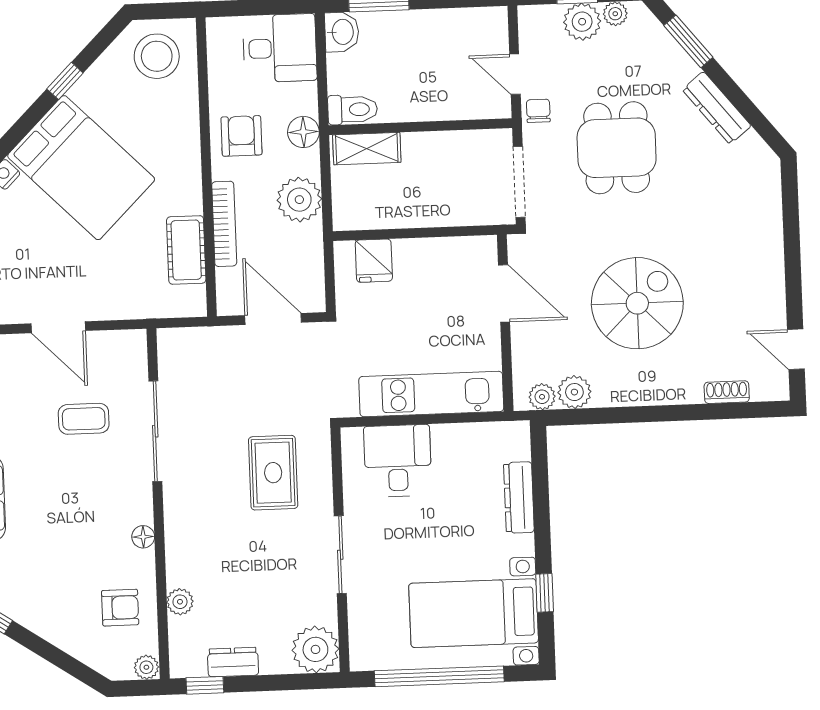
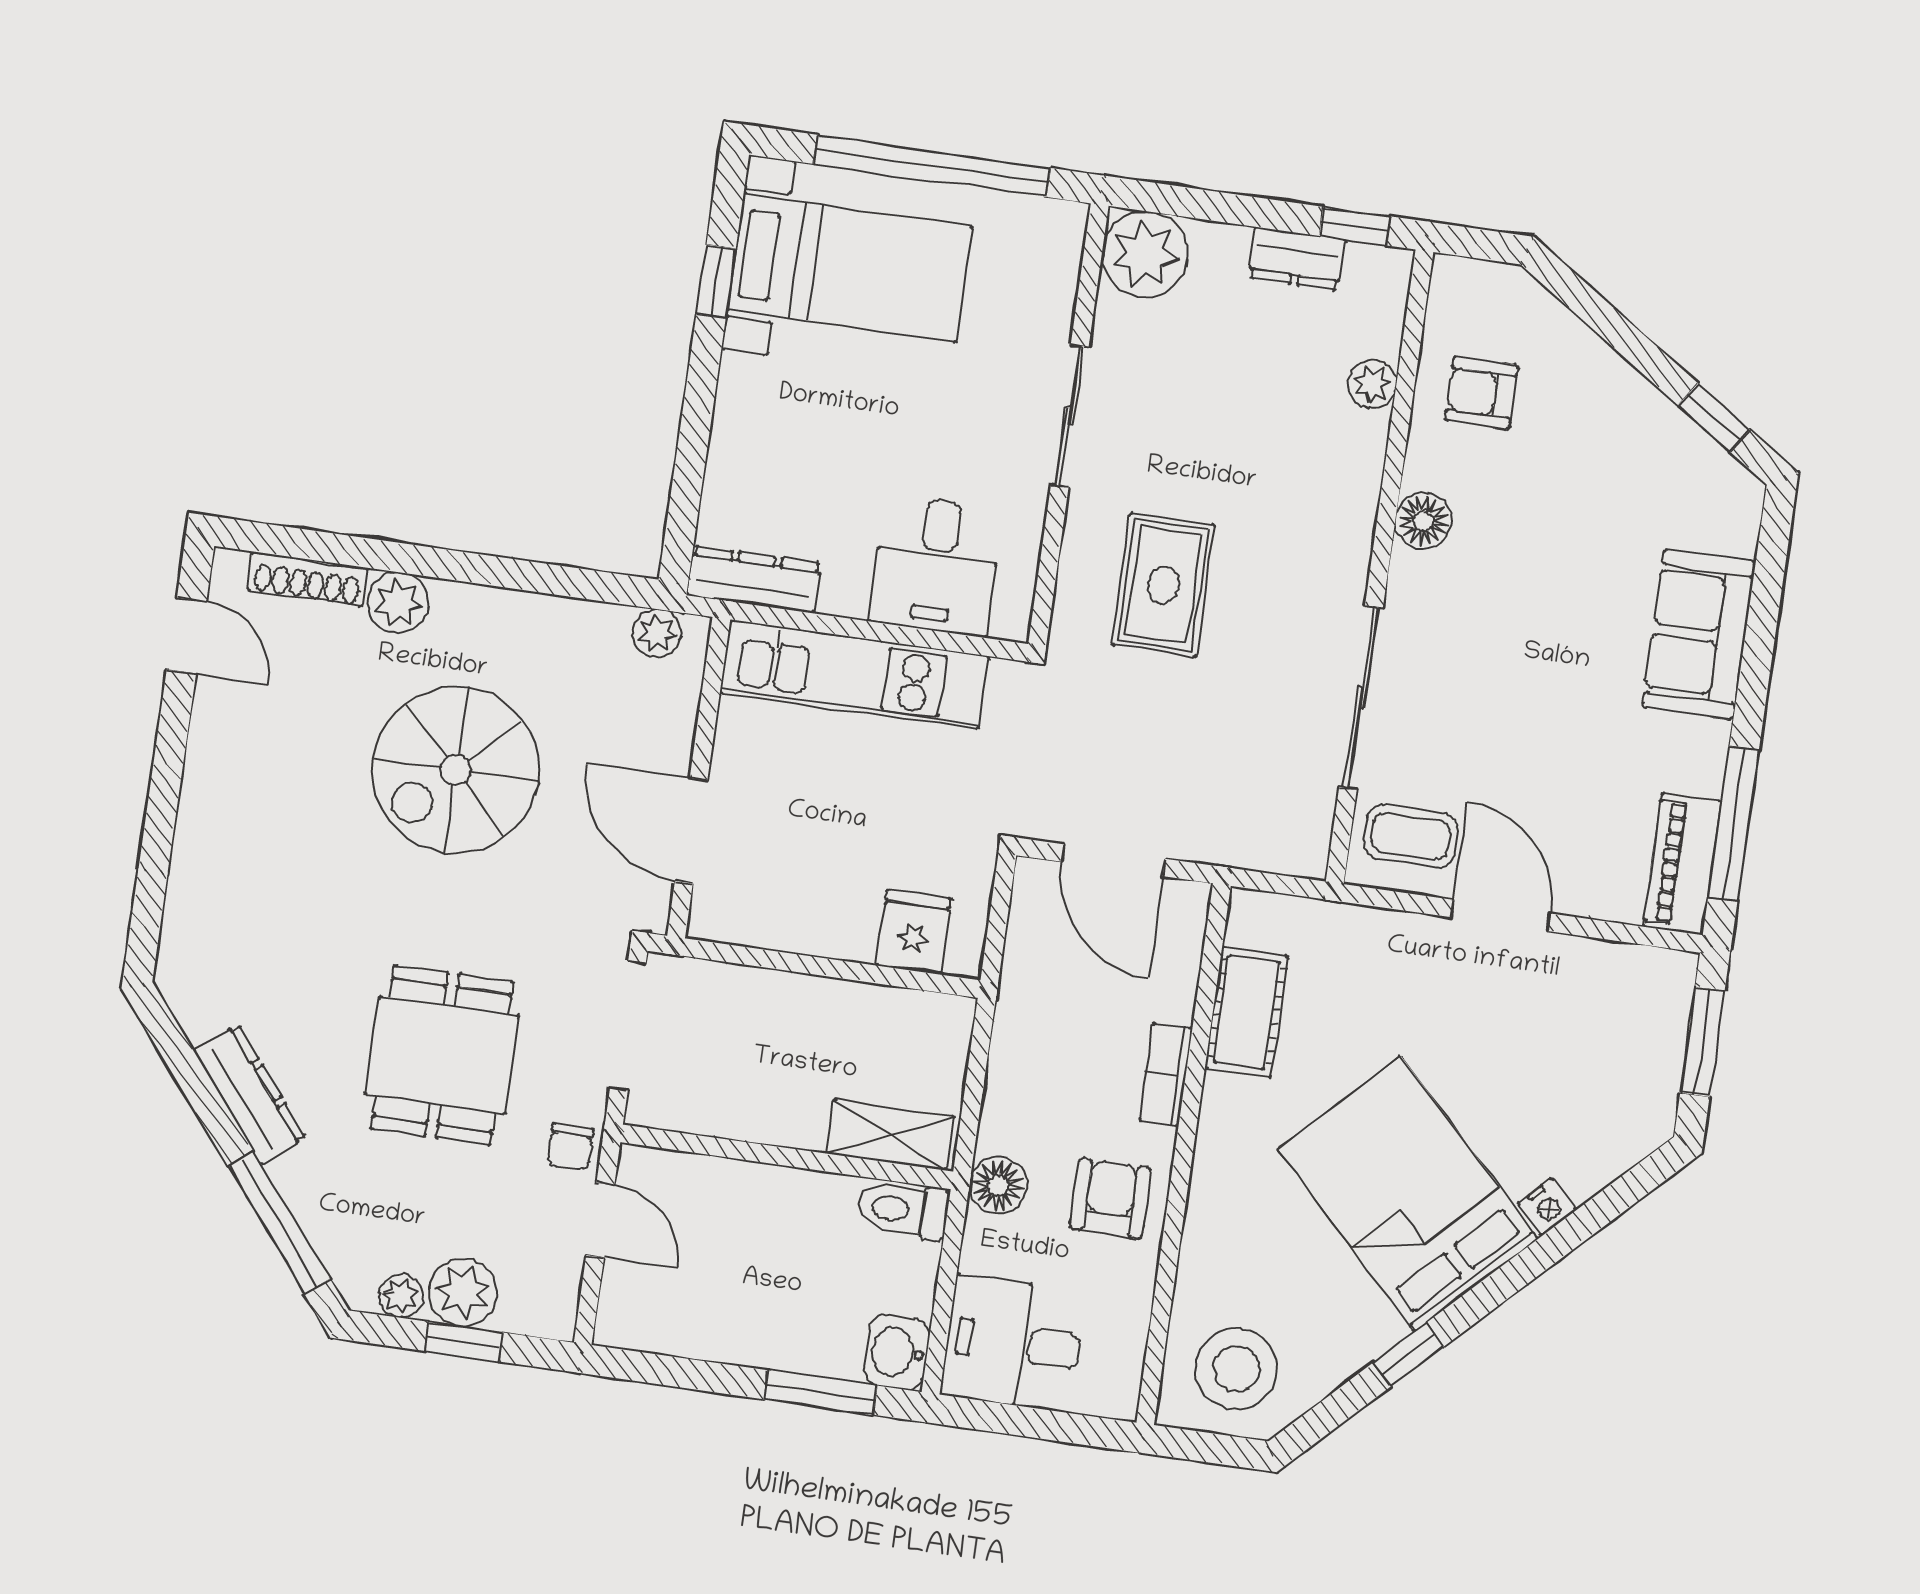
window: (688, 41) -> (279, 1223), width x1.44
armchair: (241, 136) -> (1110, 1198), turned 180
plant: (299, 200) -> (1027, 1066), removed
bookcase: (224, 224) -> (1166, 1074), width x0.64
plant: (574, 392) -> (398, 603), moved
shoe rack: (727, 392) -> (307, 579), width x1.43
coffee table: (84, 419) -> (1411, 836), moved
dresser: (519, 498) -> (754, 579), moved, turned -90
floor lamp: (143, 537) -> (1423, 521), width x1.37, depth x1.37
plant: (146, 667) -> (1454, 278), removed

